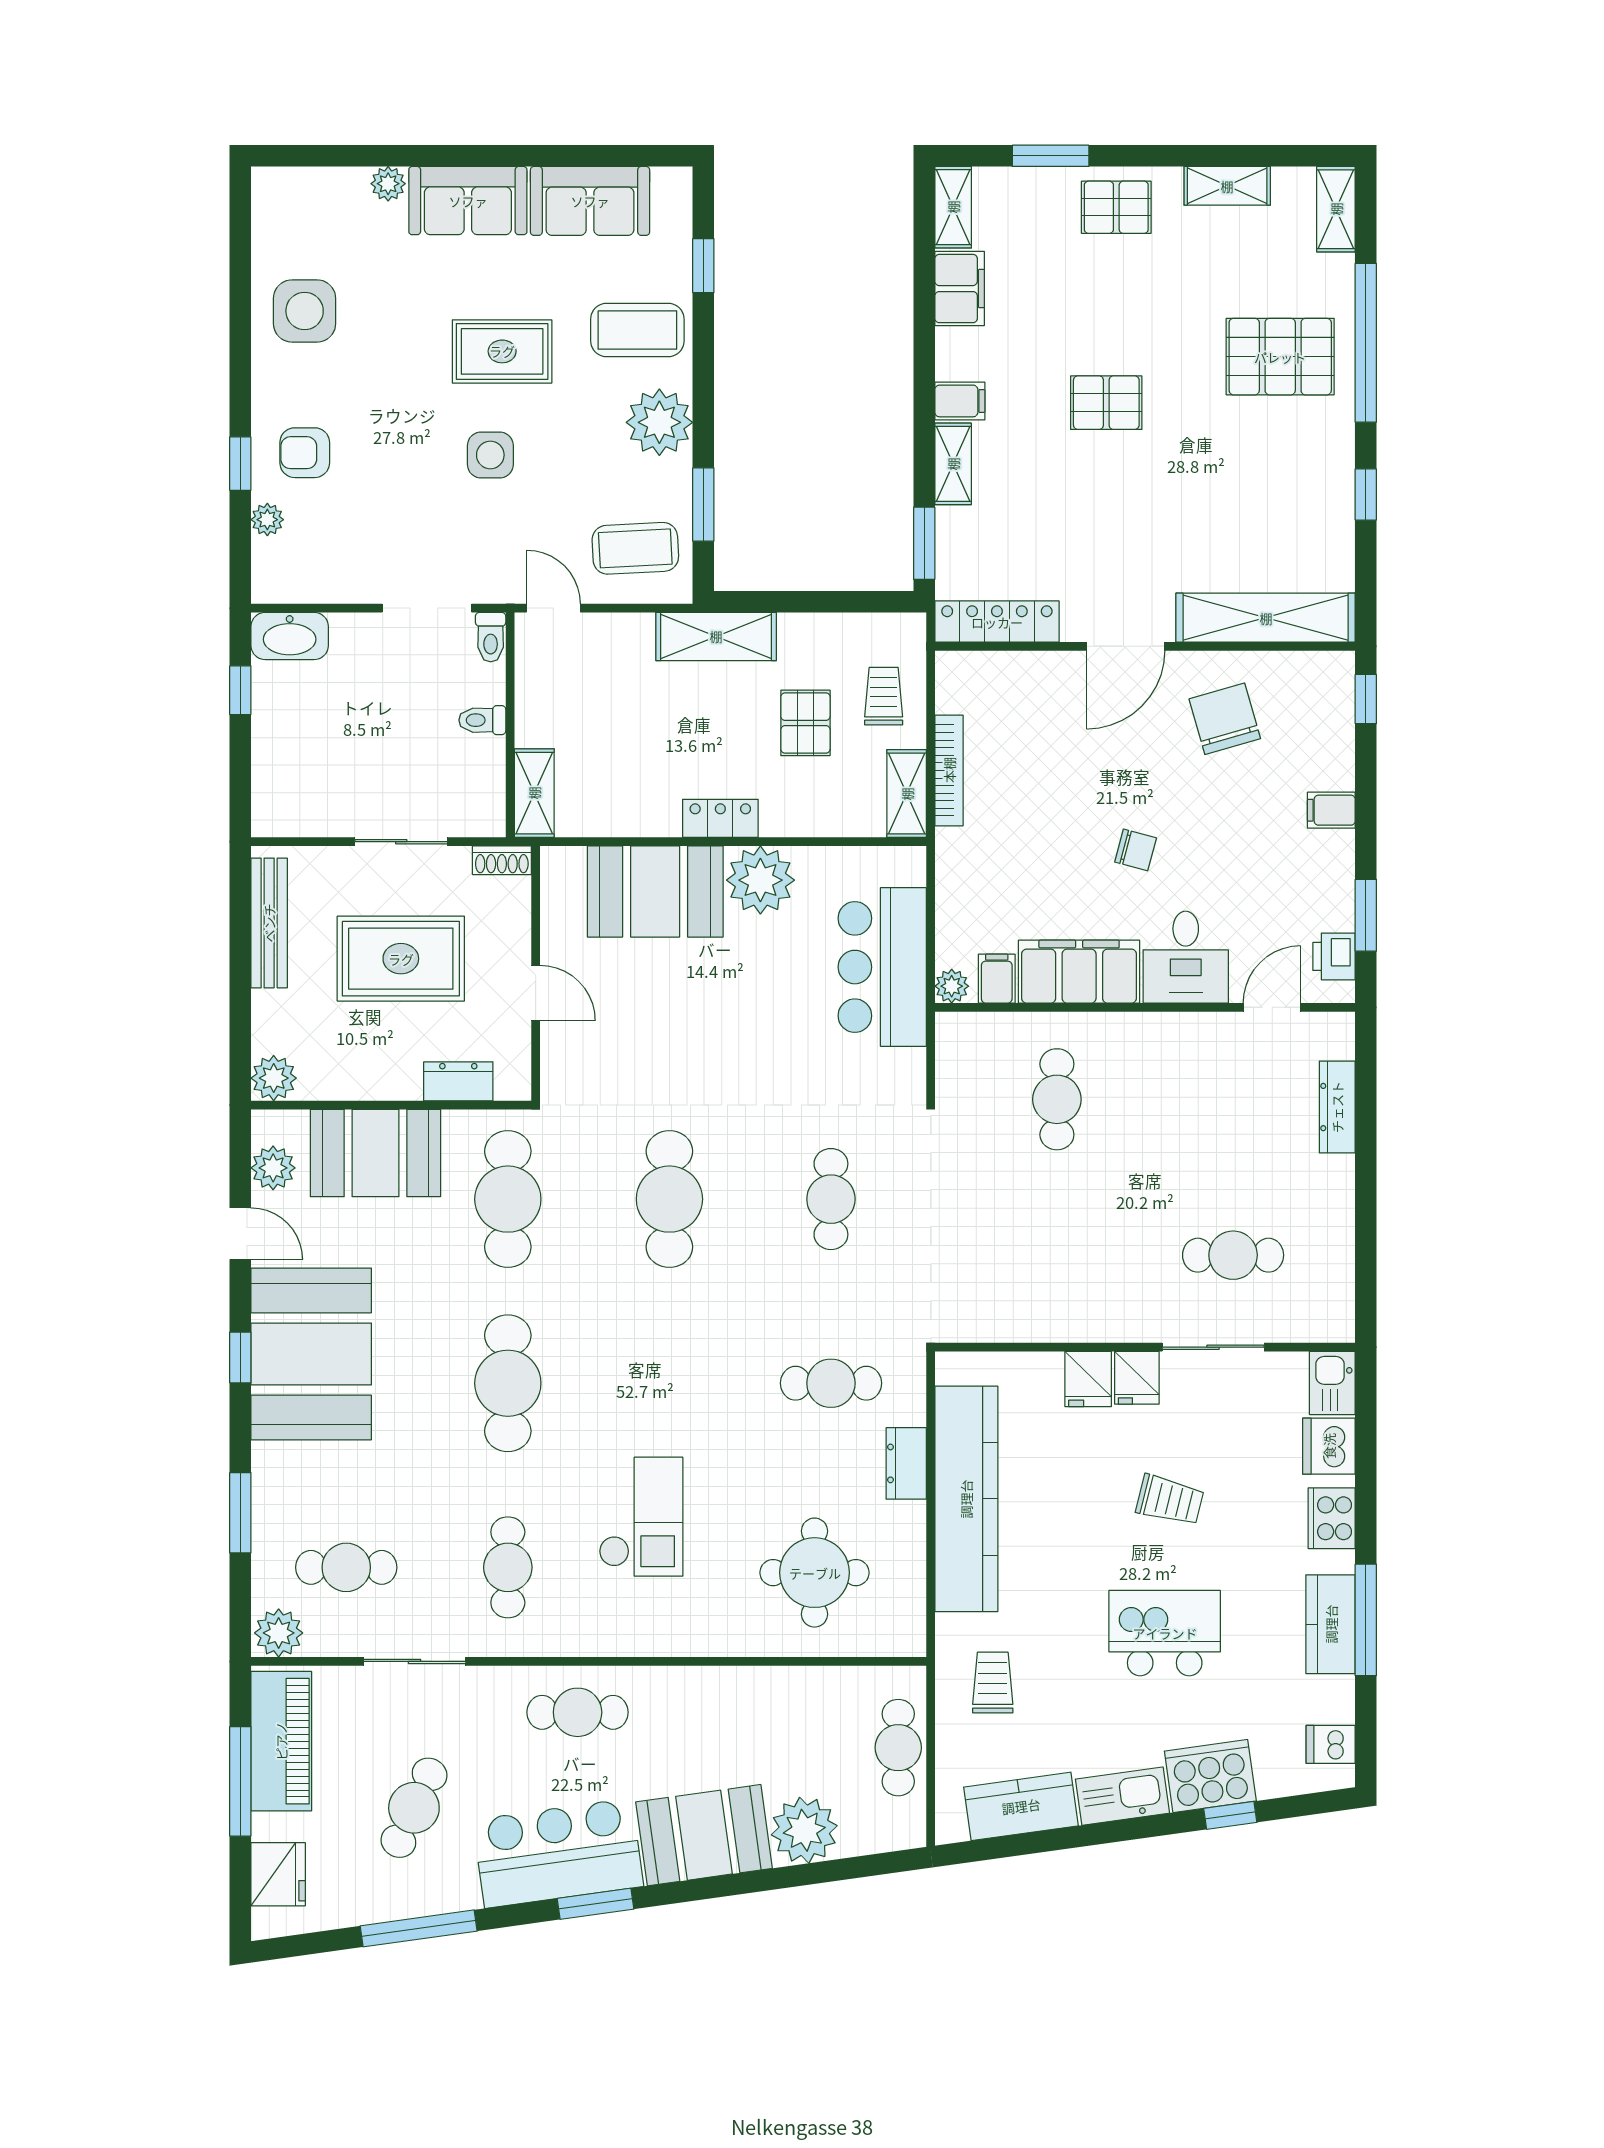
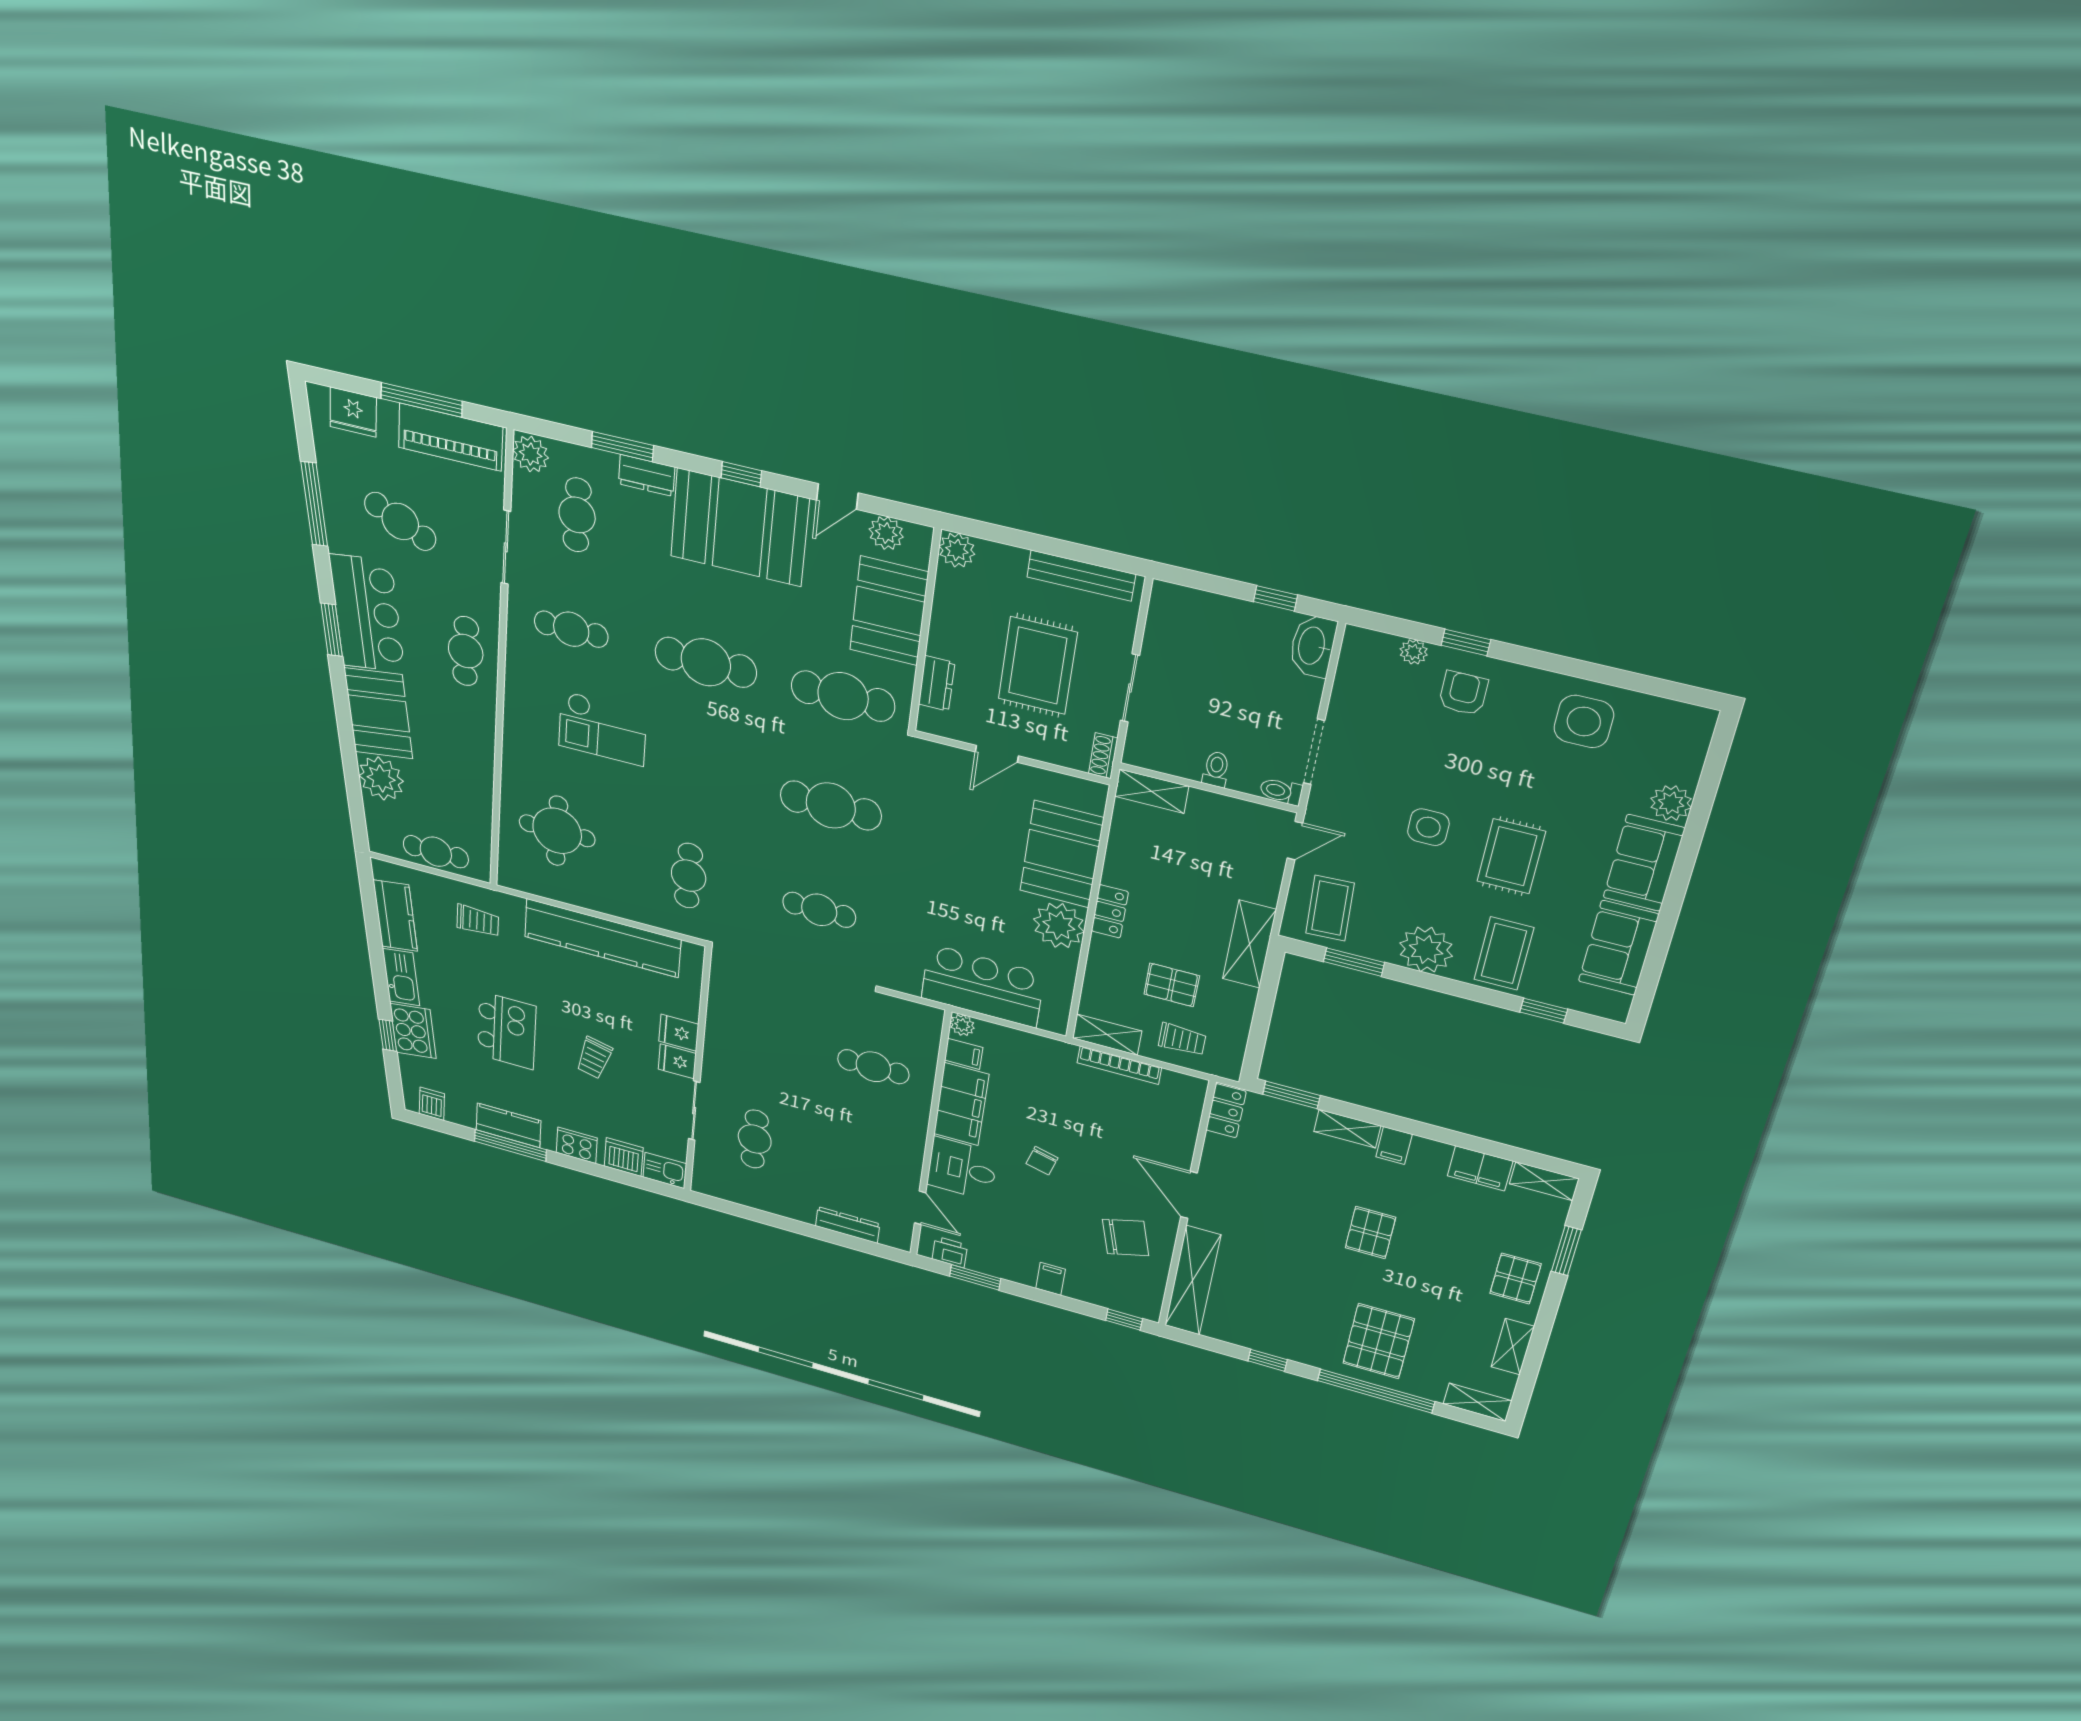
plant: (388, 184) -> (1671, 803), width x1.38, depth x1.38
locker: (997, 622) -> (1226, 1111), width x0.66
dresser: (906, 1463) -> (647, 475), moved, turned 180

